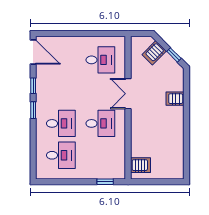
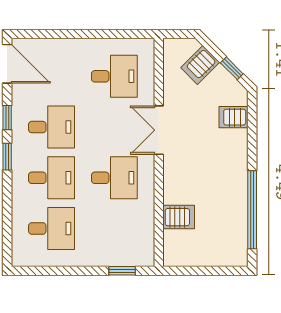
desk: (61, 92) -> (51, 127), added
server rack: (175, 99) -> (234, 117), moved
window: (187, 144) -> (252, 210), added
server rack: (141, 165) -> (179, 217), moved

